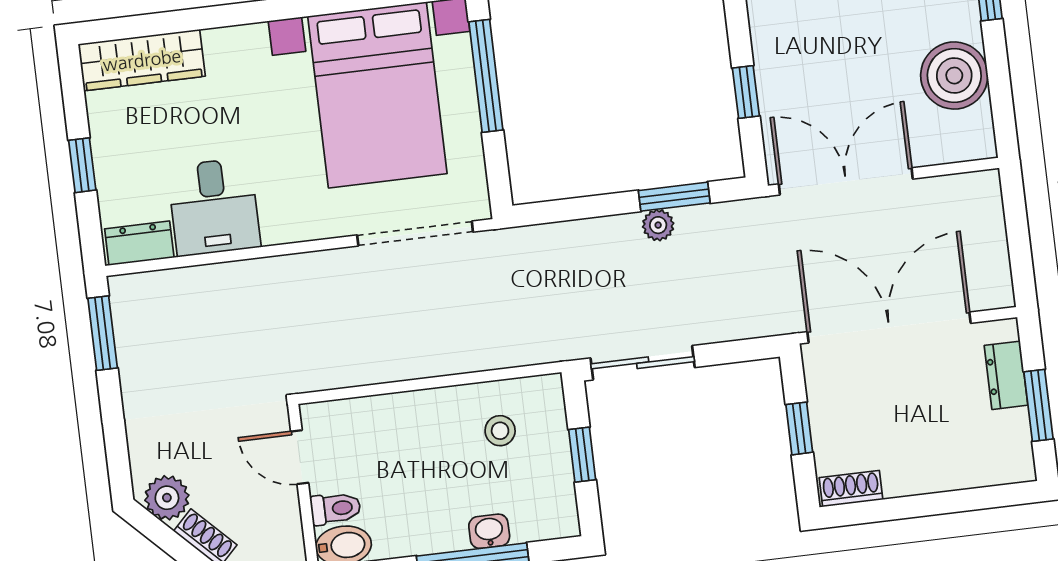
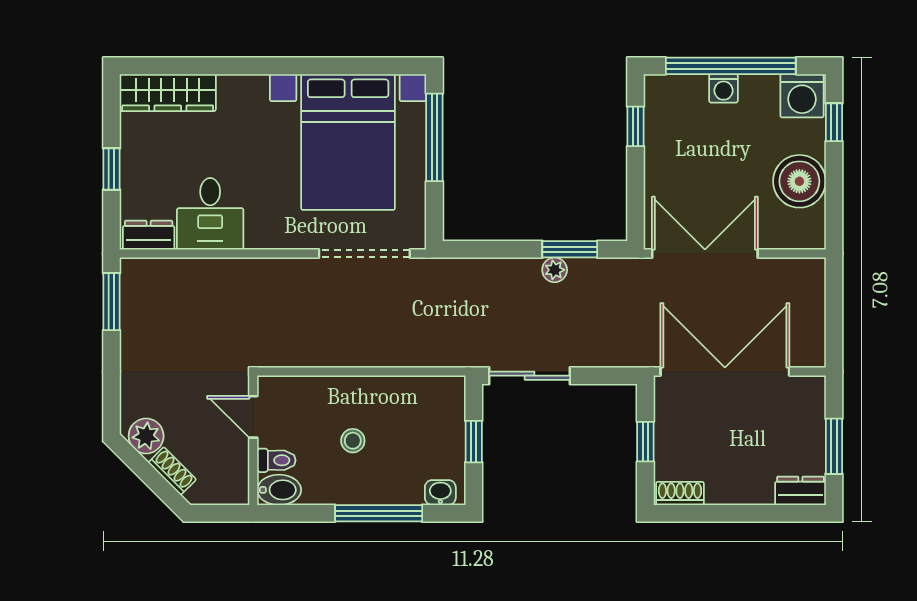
window: (746, 92) -> (635, 126), moved
dresser: (1006, 375) -> (800, 491), moved, turned 90
stool: (500, 431) -> (353, 441), moved
washbasin: (489, 531) -> (440, 493), moved

